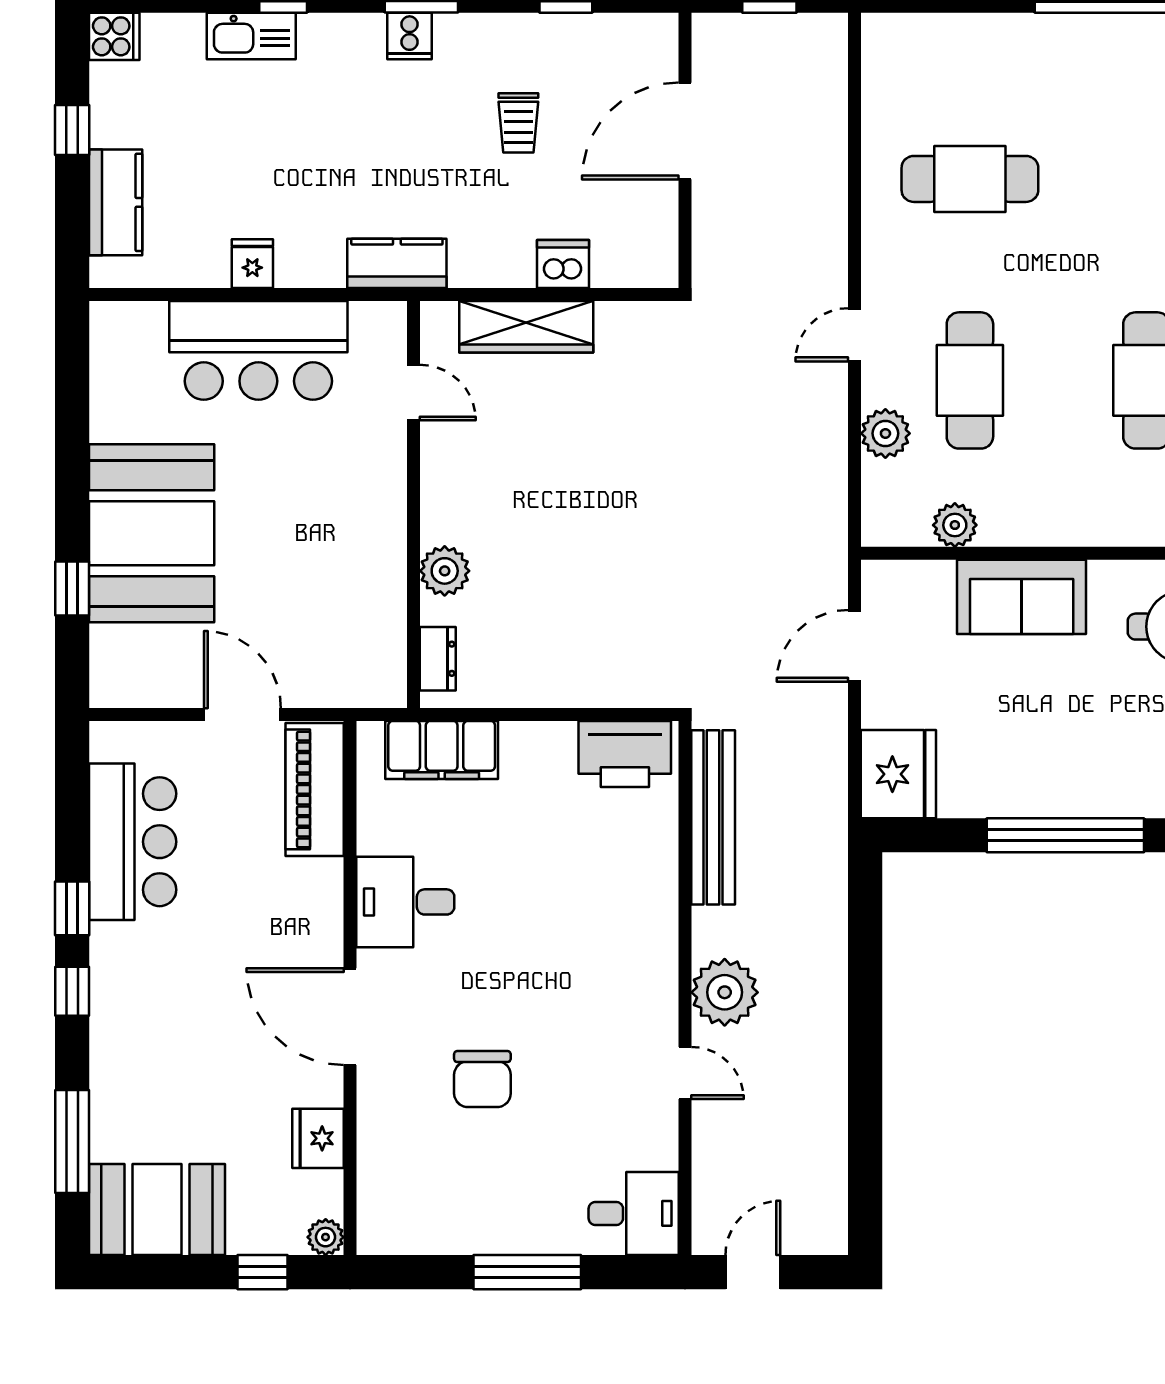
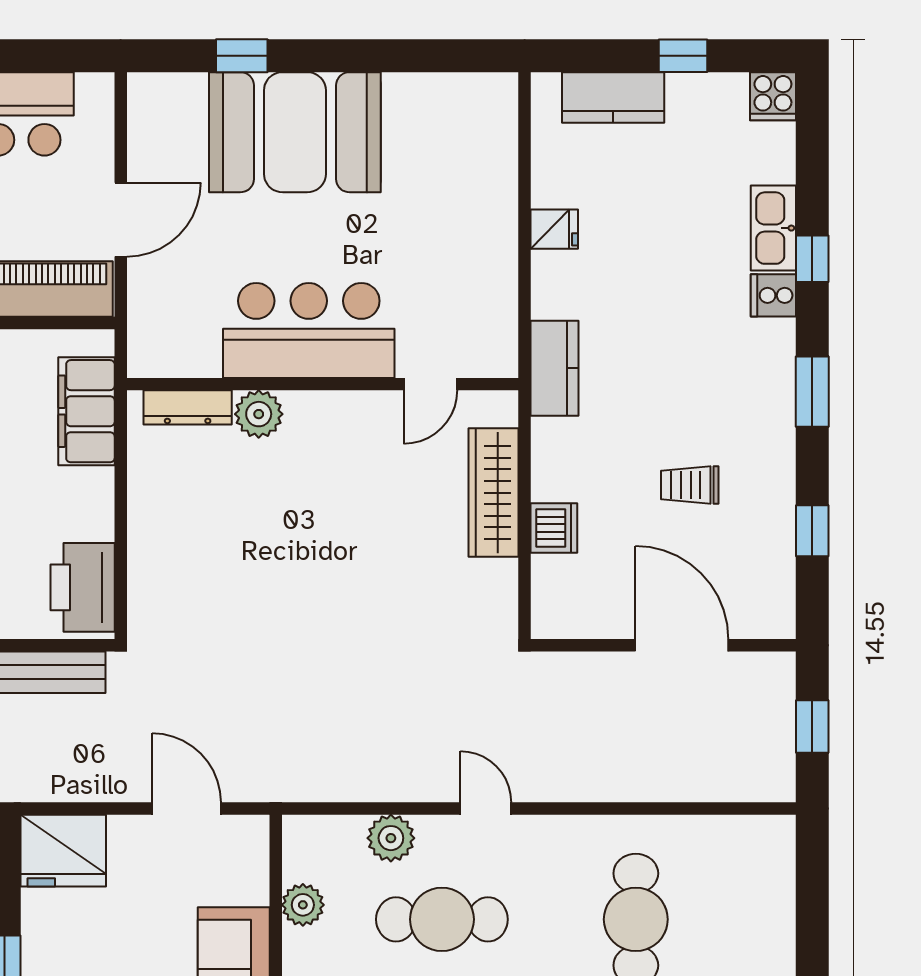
cooker: (410, 36) -> (773, 295), moved
bar counter: (258, 350) -> (309, 330), moved, turned 90
dresser: (438, 659) -> (188, 407), width x1.44

